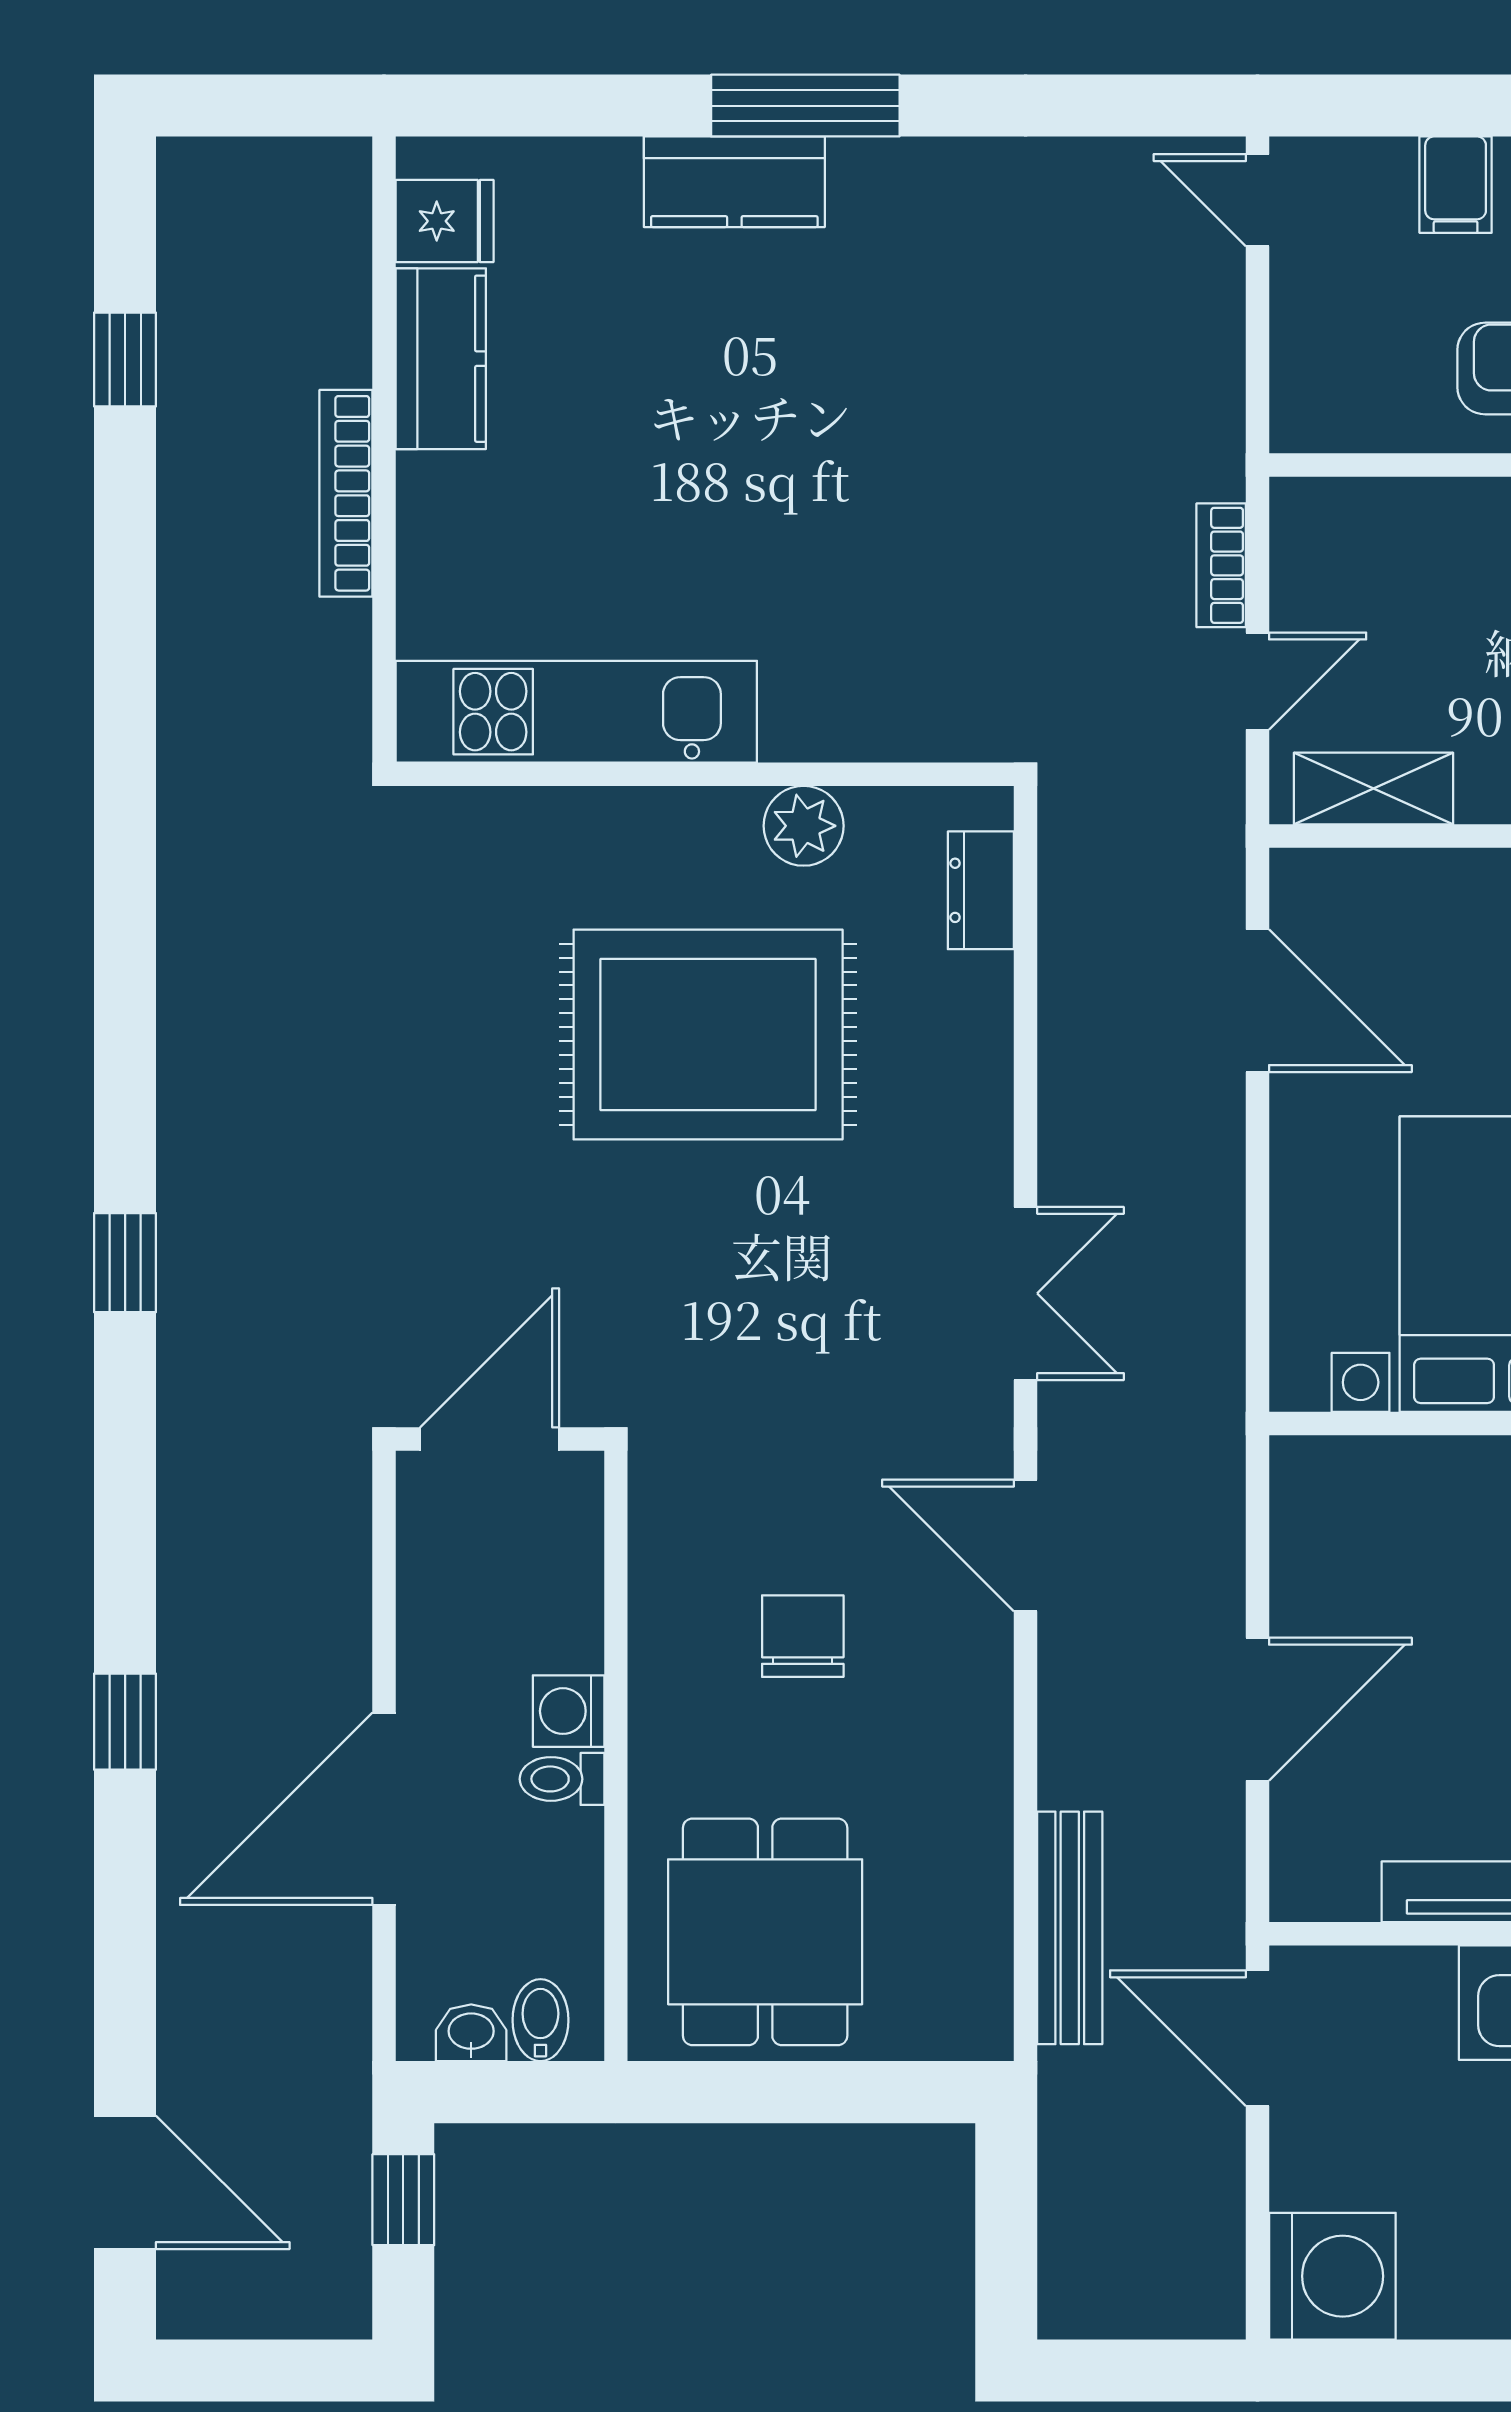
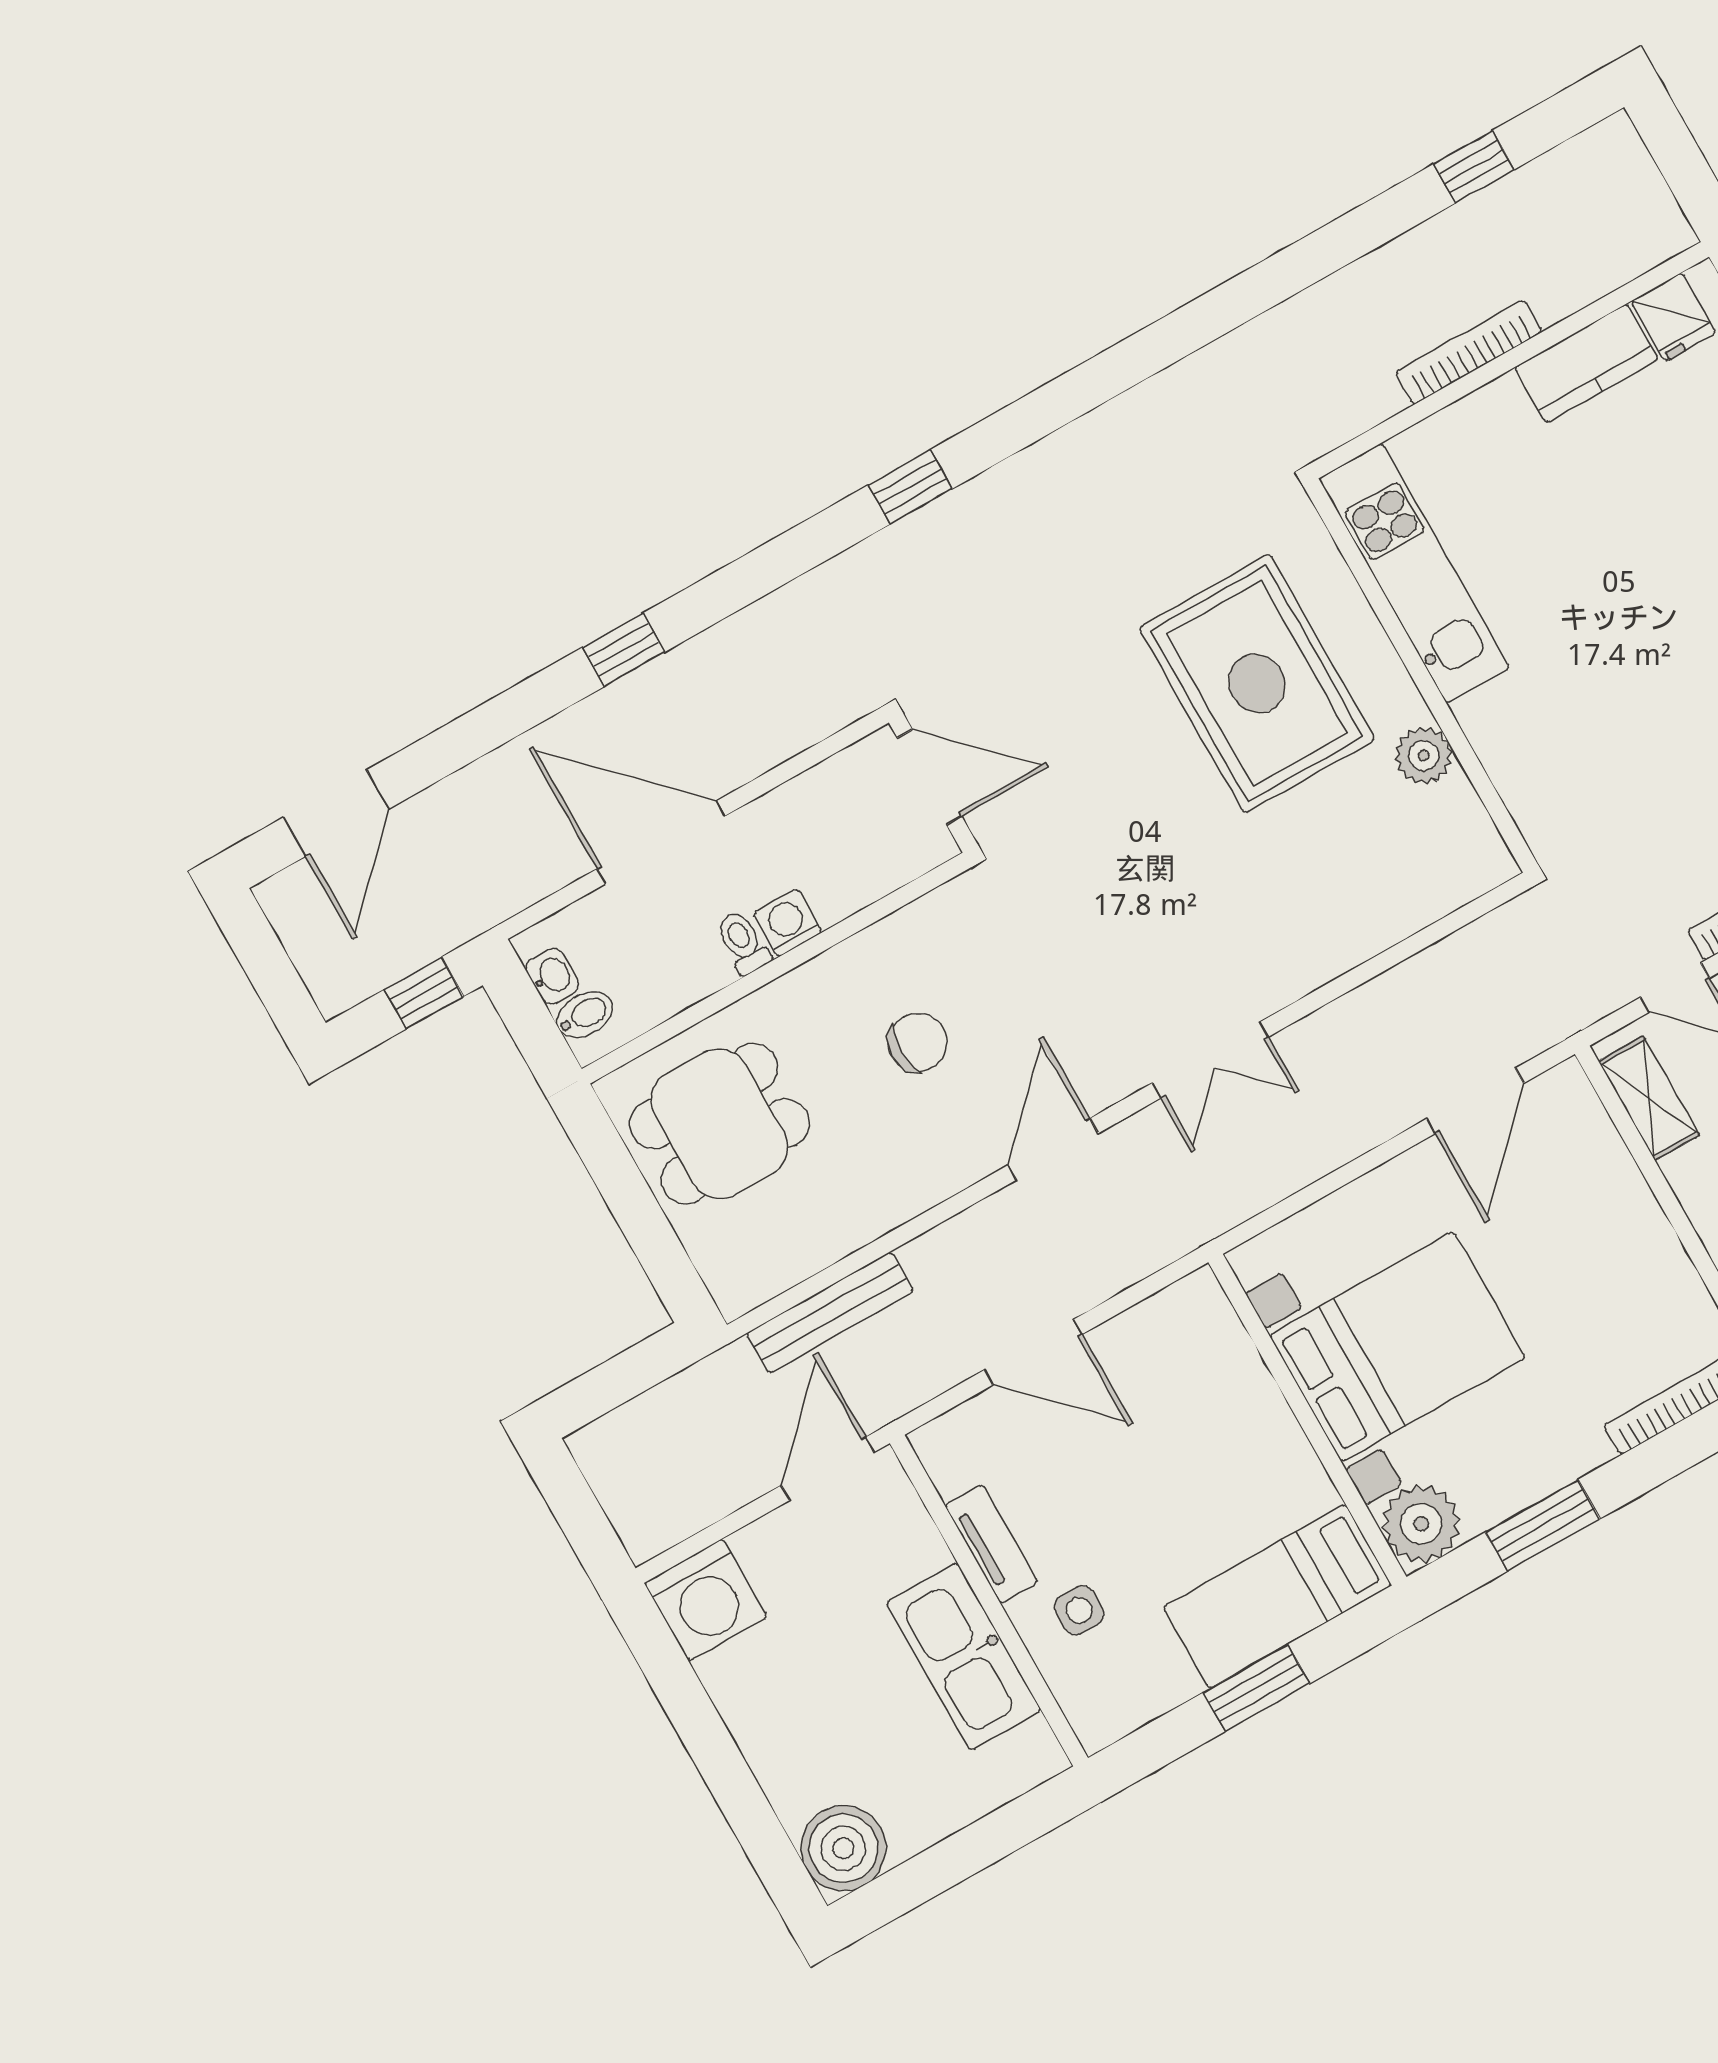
dresser: (981, 890) -> (1446, 889), removed
rug: (708, 1034) -> (1257, 684), moved

